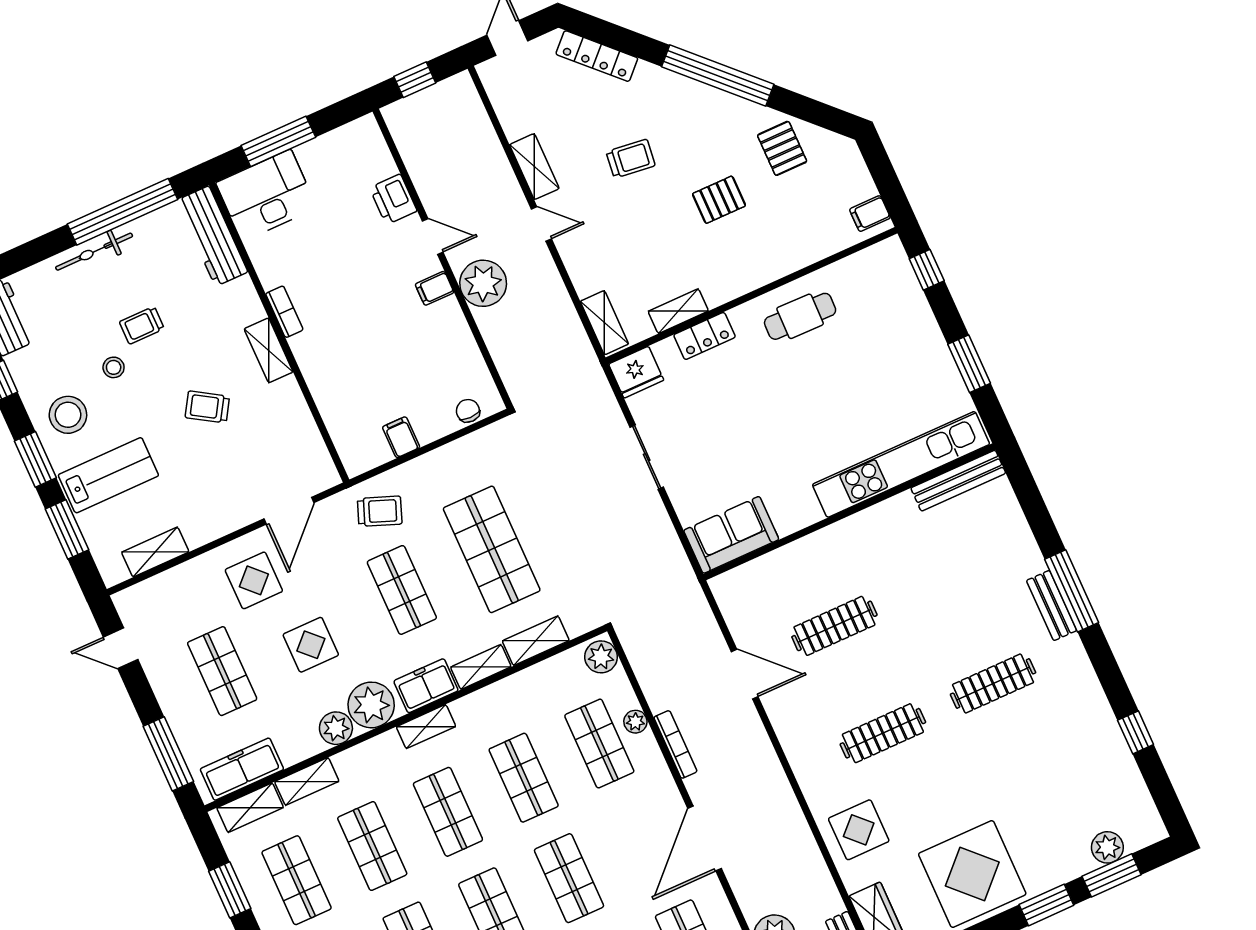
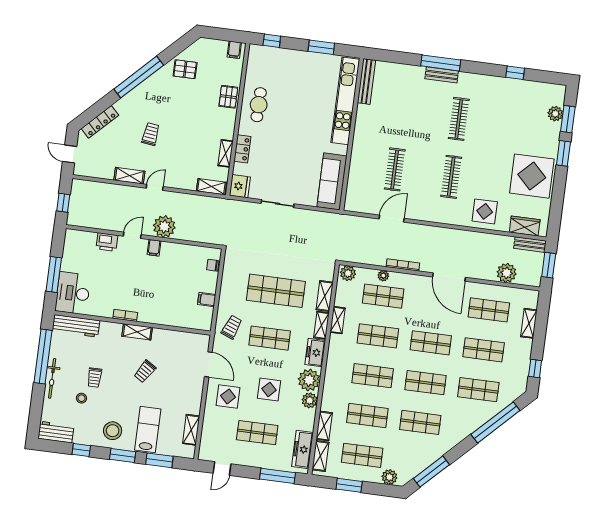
pallet: (719, 200) -> (228, 97), moved
stool: (114, 367) -> (82, 398), moved
sofa: (731, 535) -> (332, 181), width x1.36
shelving: (426, 727) -> (338, 320), moved

